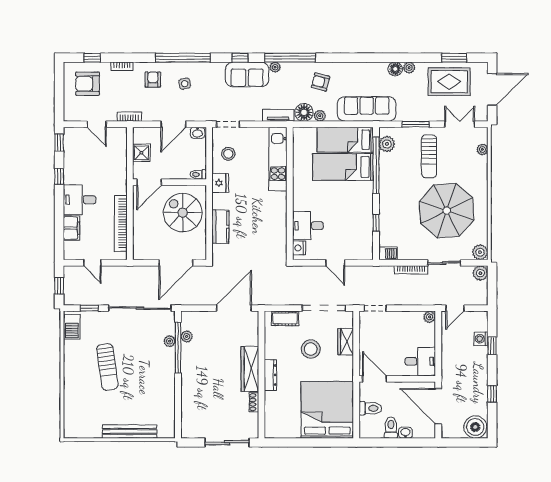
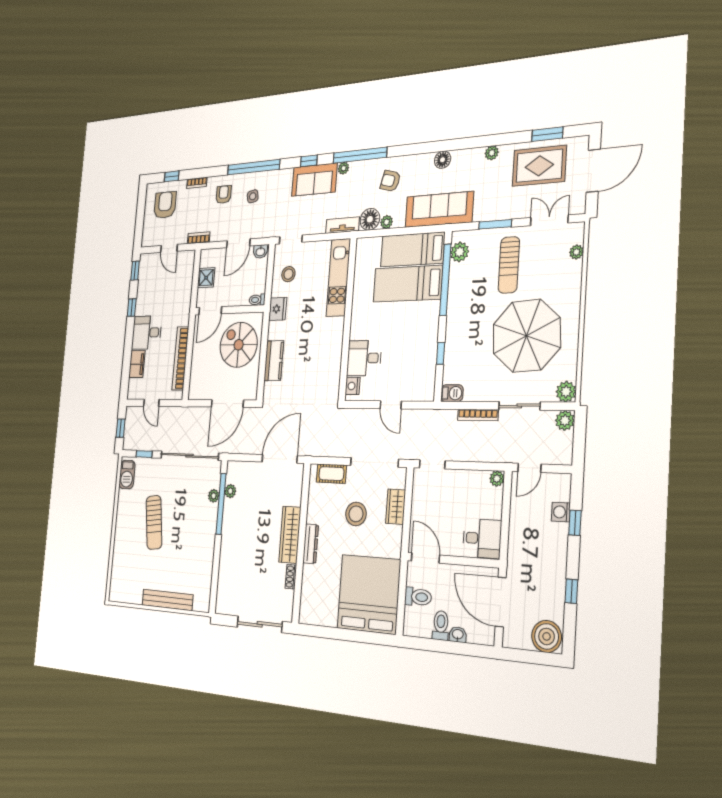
floor lamp: (395, 69) -> (443, 160), moved
armchair: (87, 84) -> (165, 205), turned 90

